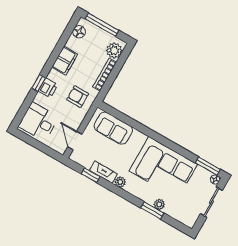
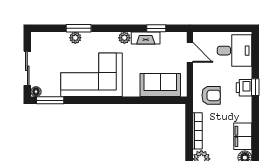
filing cabinet: (65, 61) -> (243, 136), moved

